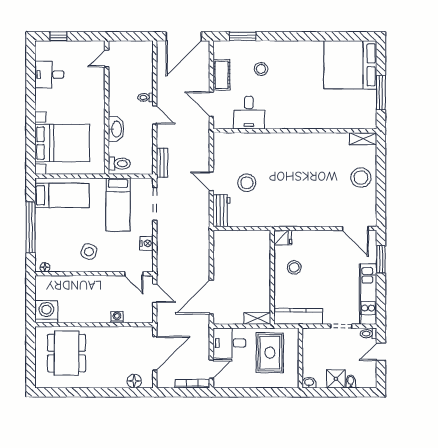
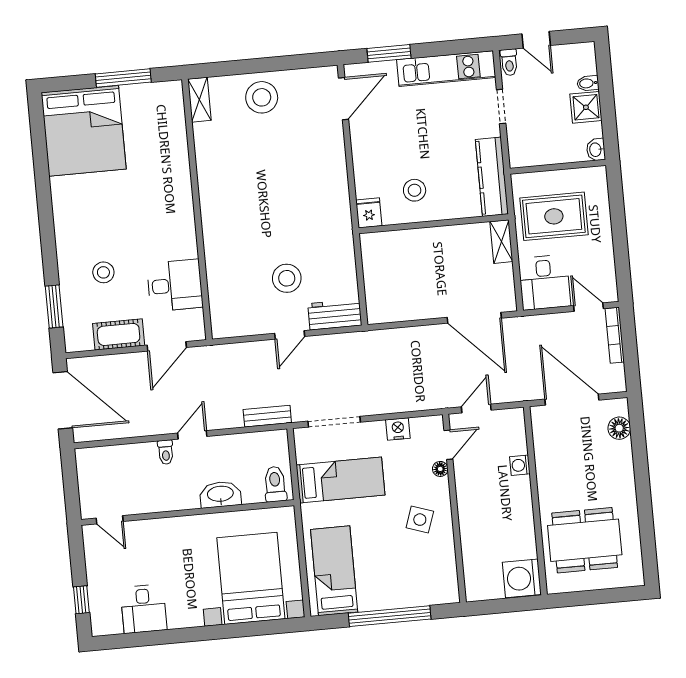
floor lamp: (45, 267) -> (440, 469), moved

